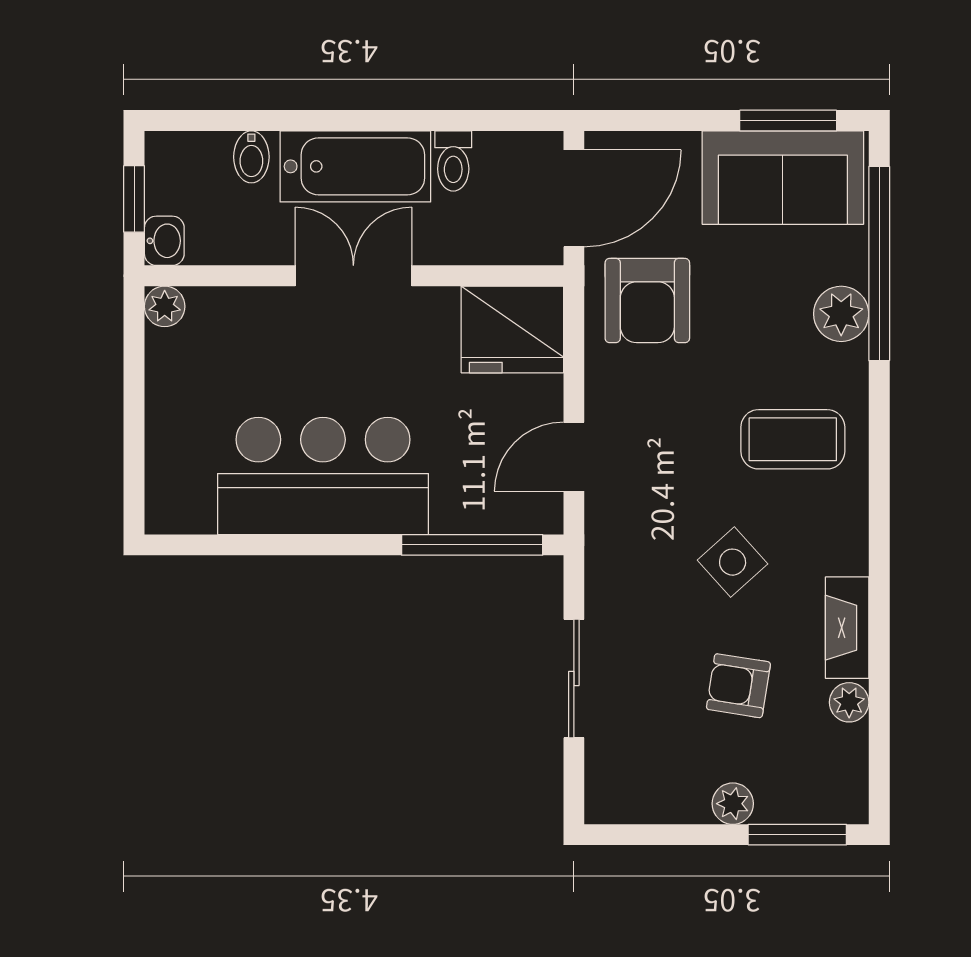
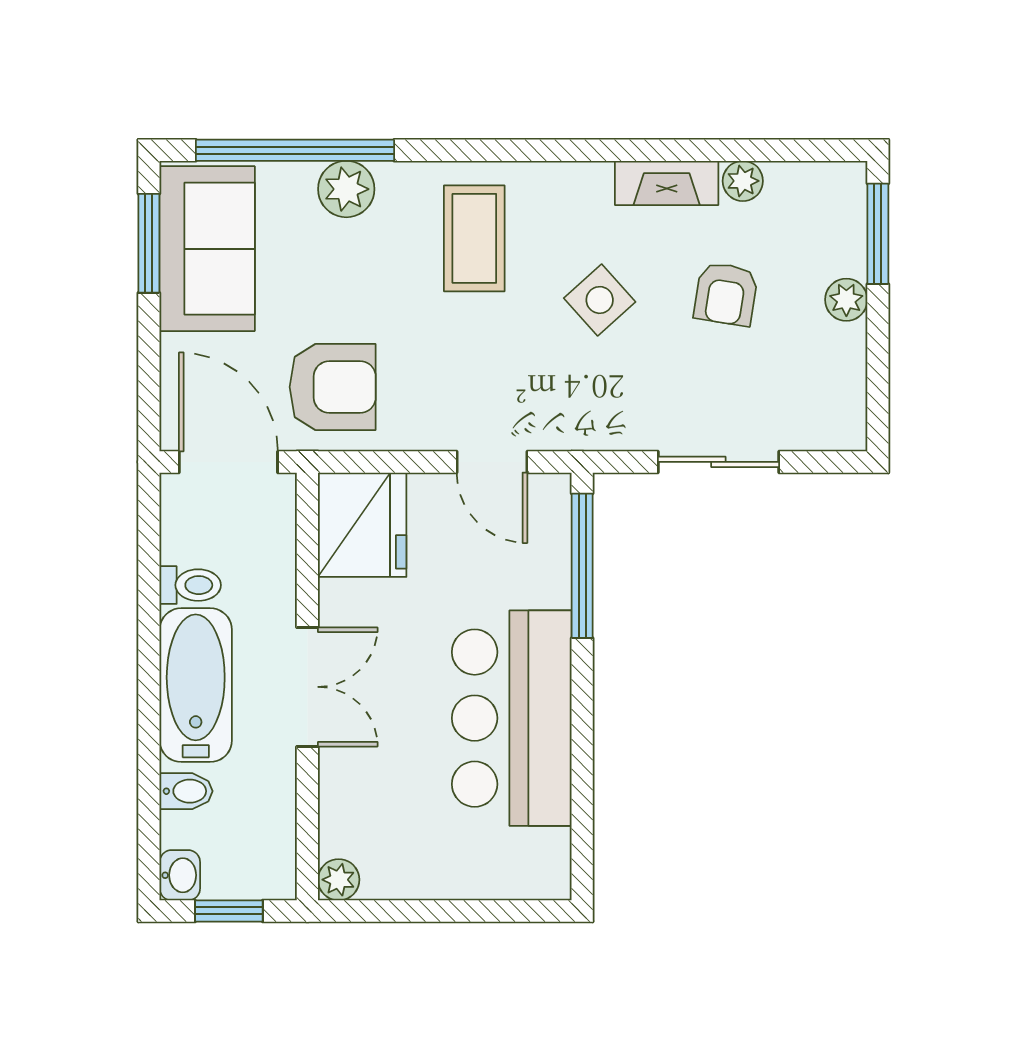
washbasin: (164, 241) -> (180, 875), moved, turned 90
double door: (353, 276) -> (307, 687), swing flipped

